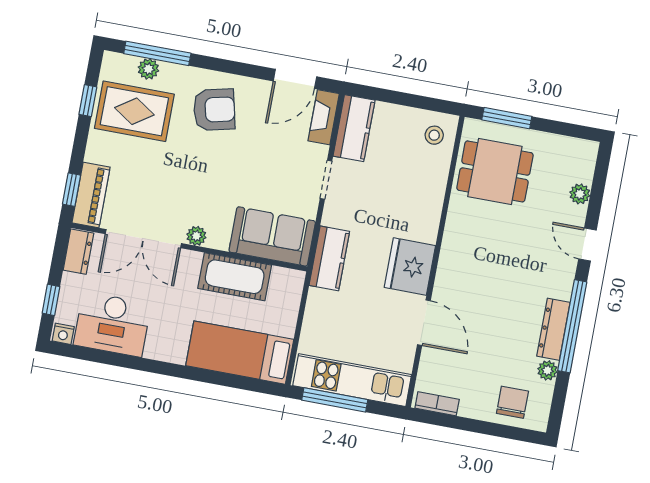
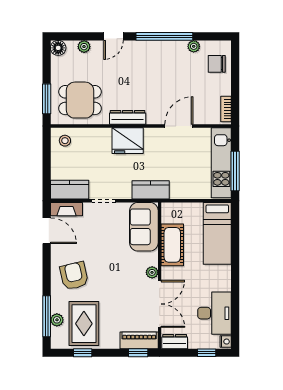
floor lamp: (585, 152) -> (58, 48), added
dining table: (495, 171) -> (80, 100), turned 90
fridge: (410, 267) -> (128, 141), moved
dresser: (553, 329) -> (128, 117), moved, turned 180

